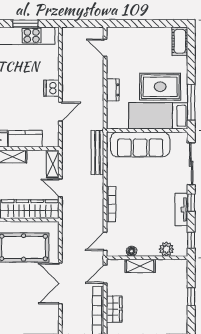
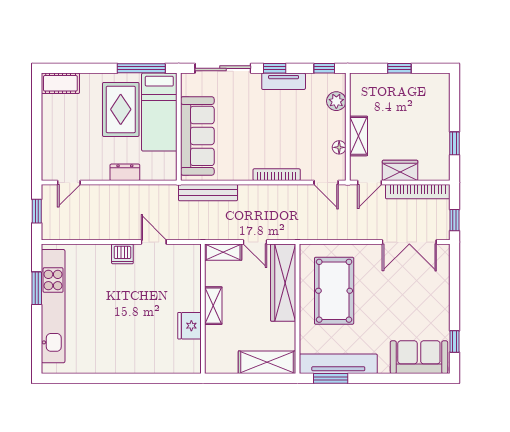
window: (83, 23) -> (37, 211), added
kitchen counter: (25, 139) -> (190, 288), removed
door: (60, 188) -> (255, 242), hinge flipped
door: (105, 274) -> (370, 182), hinge flipped
double door: (60, 283) -> (409, 242), moved
wardrobe: (114, 309) -> (400, 170), moved

